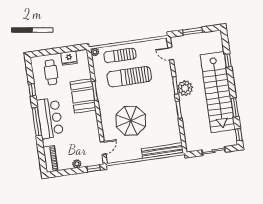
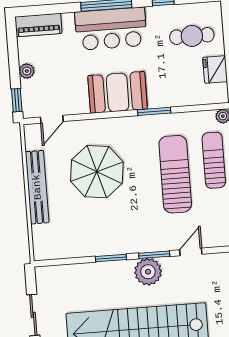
door: (171, 54) -> (191, 252), moved
booth: (83, 96) -> (118, 92), moved
door: (103, 148) -> (52, 119), hinge flipped
bench: (162, 151) -> (37, 187), moved

